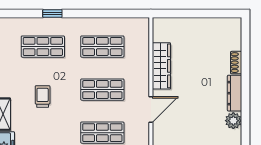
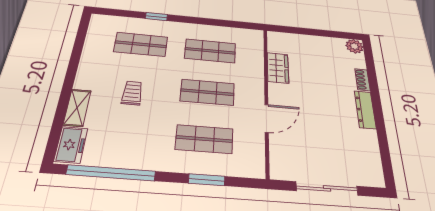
wardrobe: (161, 66) -> (278, 68), width x0.67
plant: (233, 121) -> (354, 46), moved

